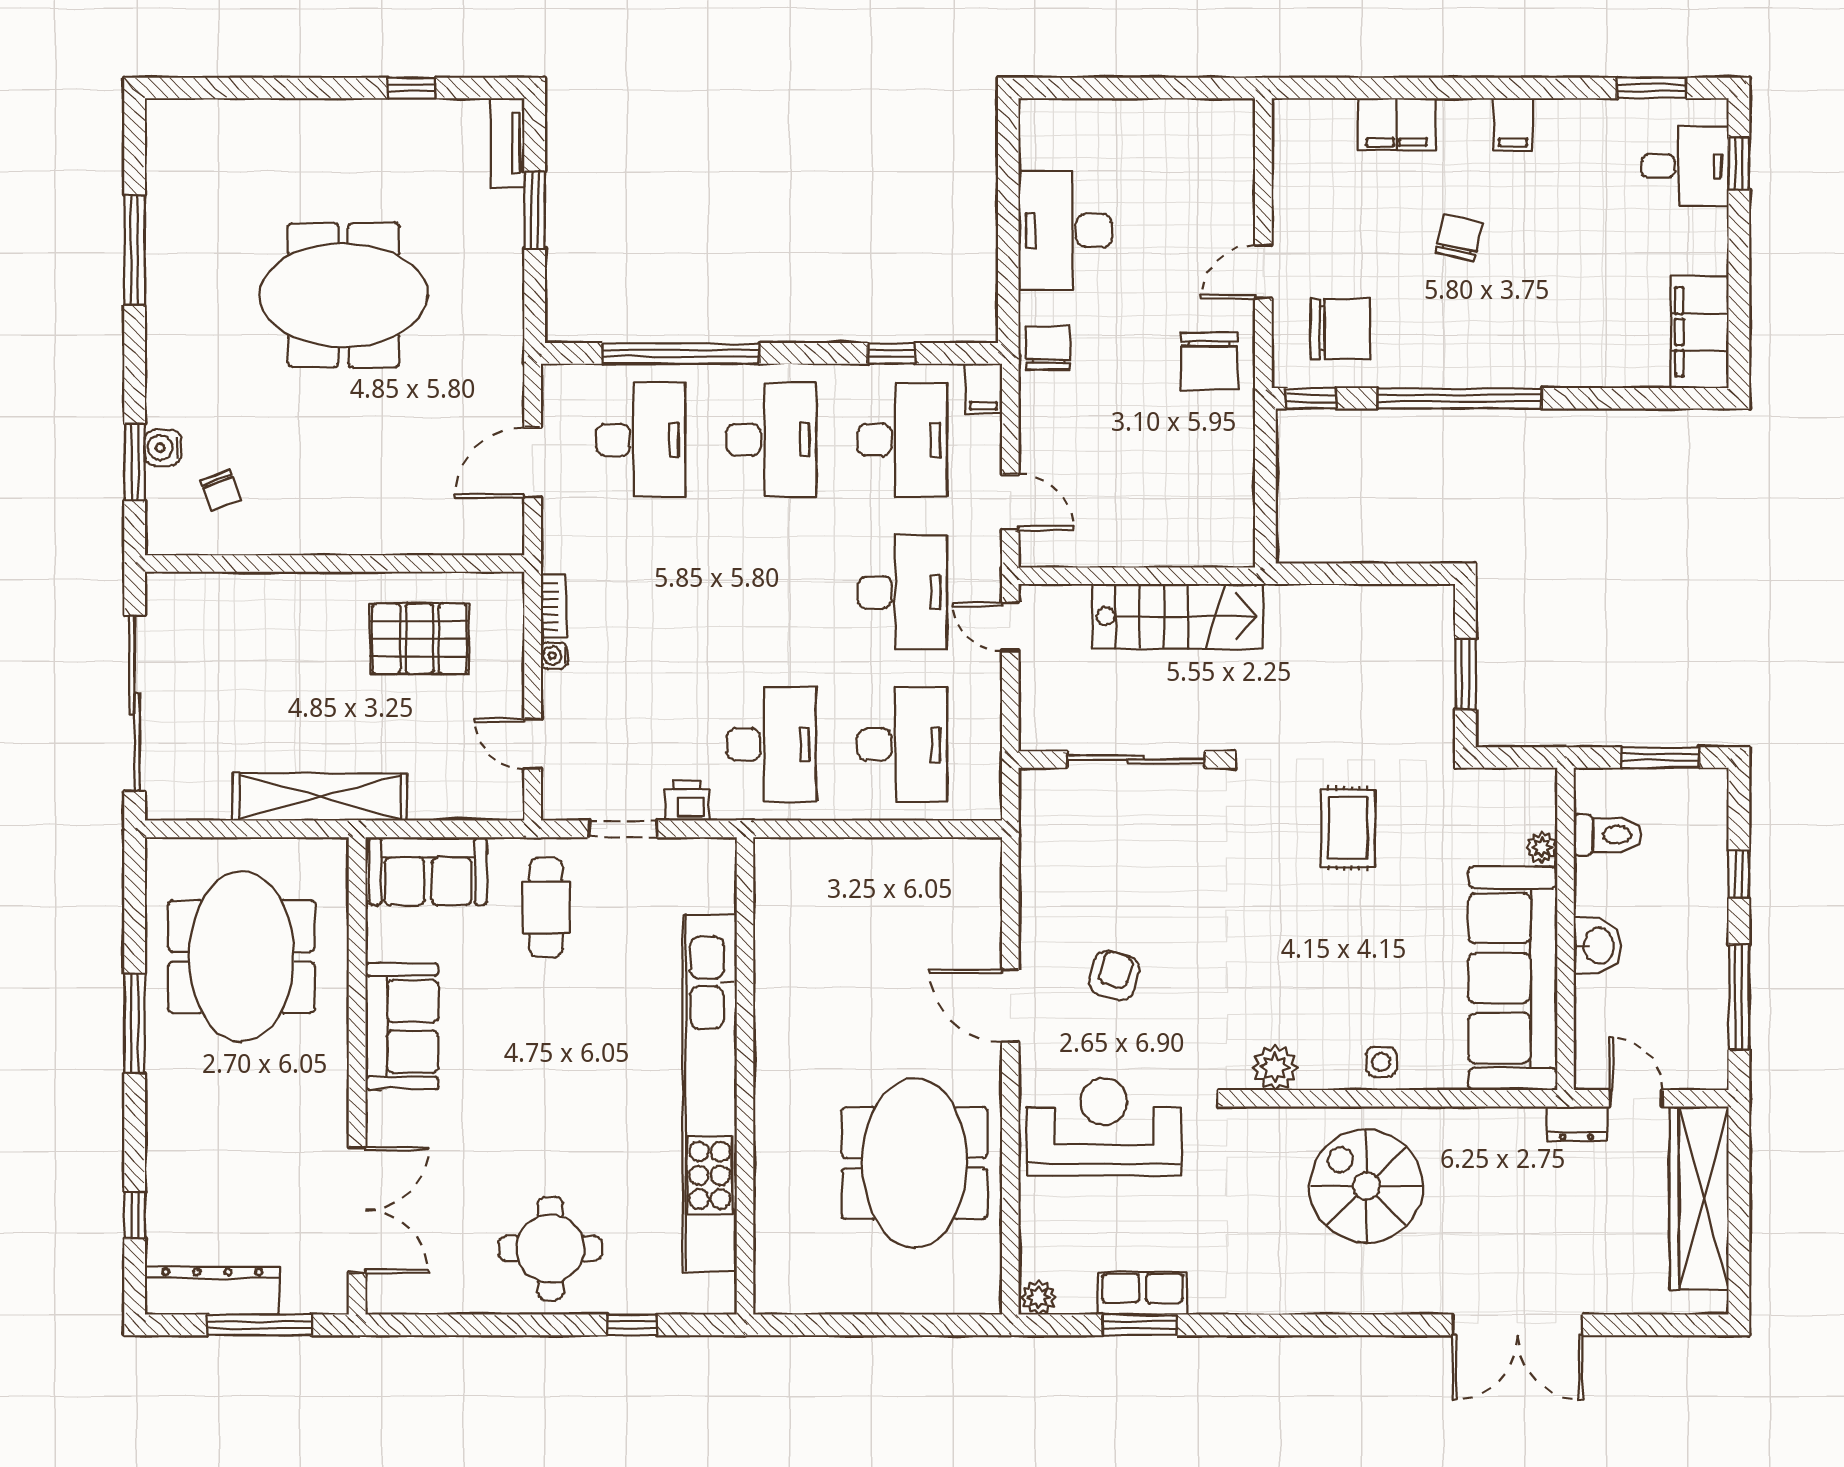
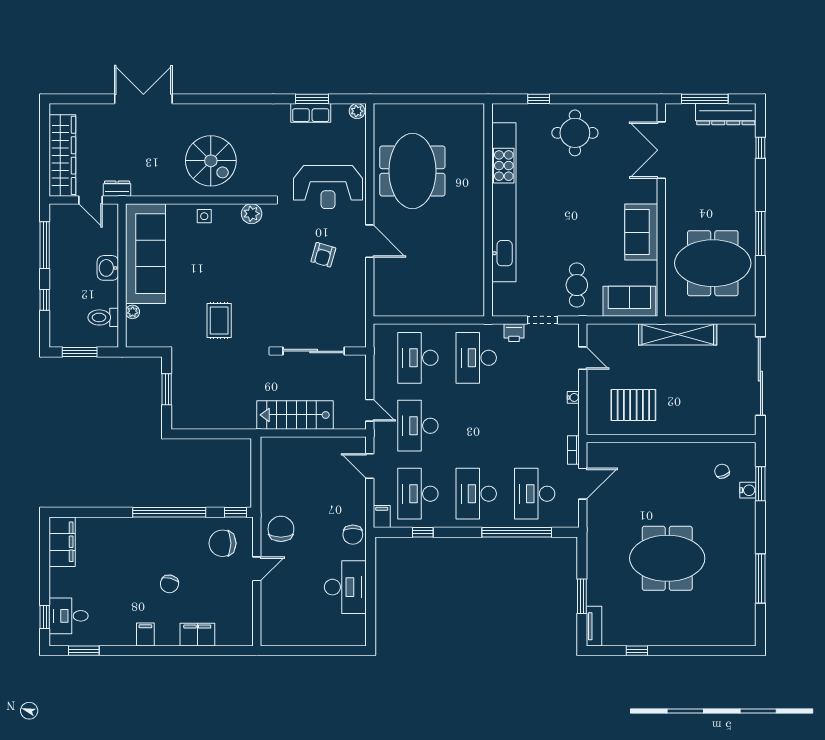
bookcase: (554, 607) -> (573, 450), moved
meeting table: (241, 956) -> (713, 263), turned 90

